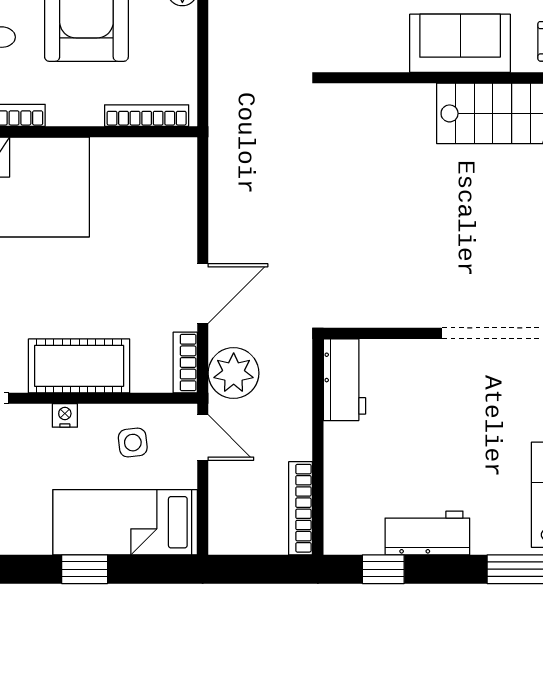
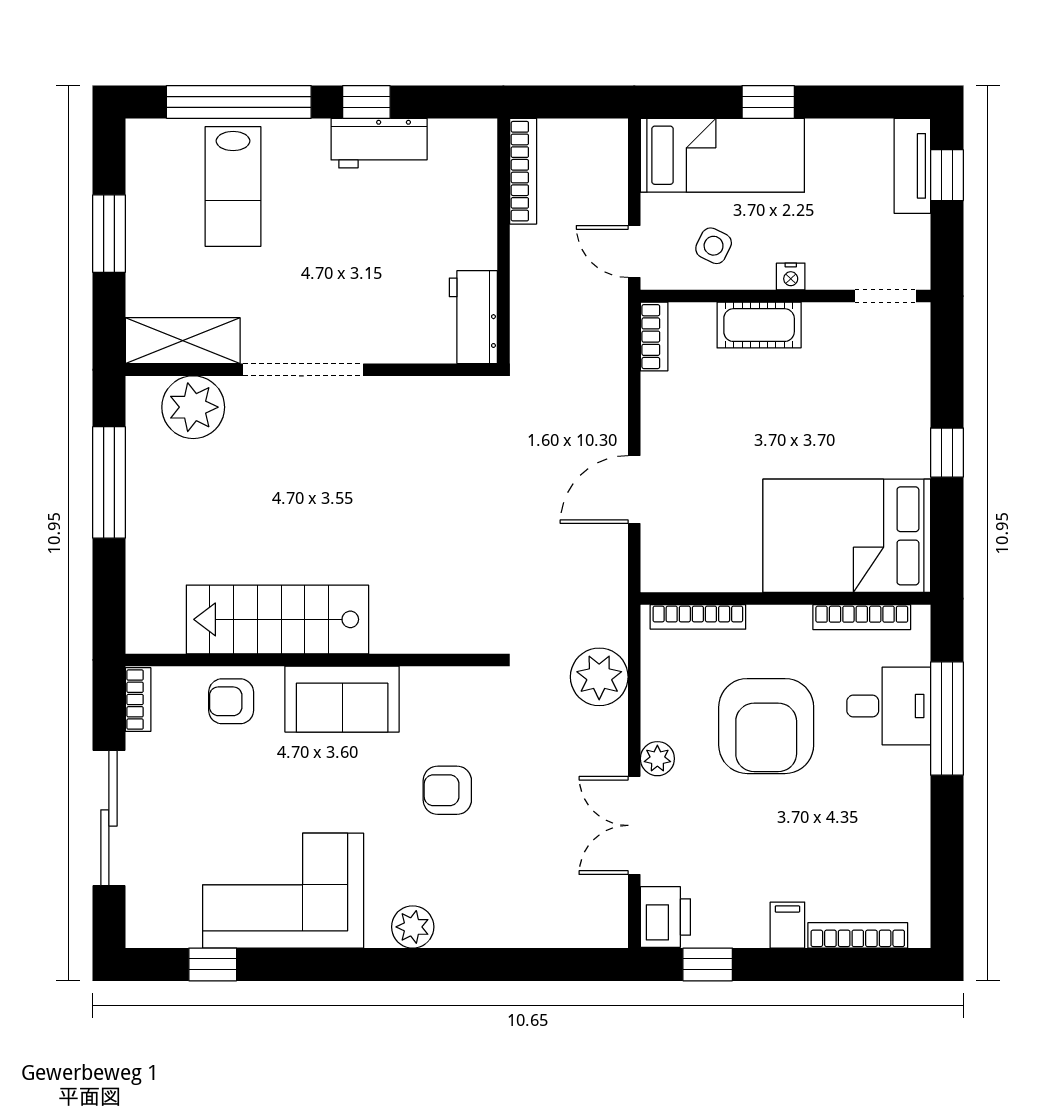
door: (203, 294) -> (634, 490), moved
cot: (79, 366) -> (759, 325), width x0.73, depth x0.75
plant: (234, 373) -> (599, 677), moved
side table: (133, 443) -> (714, 246), turned 32
window: (383, 569) -> (366, 102), moved

